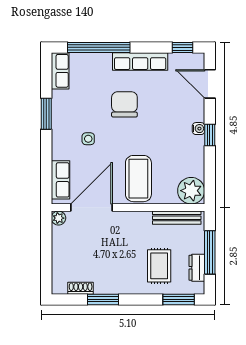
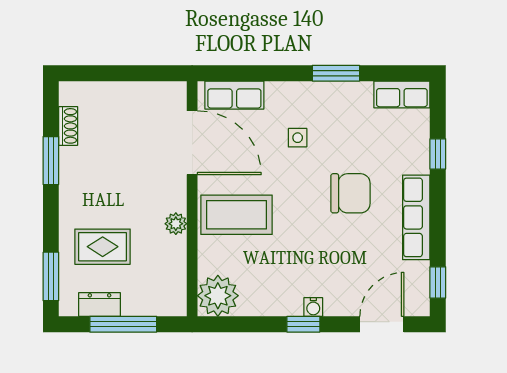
window: (99, 47) -> (438, 154), width x0.32
plant: (58, 218) -> (176, 224), moved
bench: (177, 218) -> (176, 274), removed

